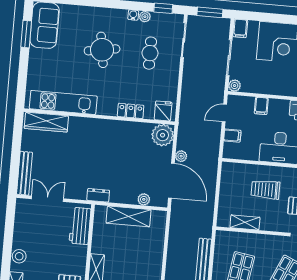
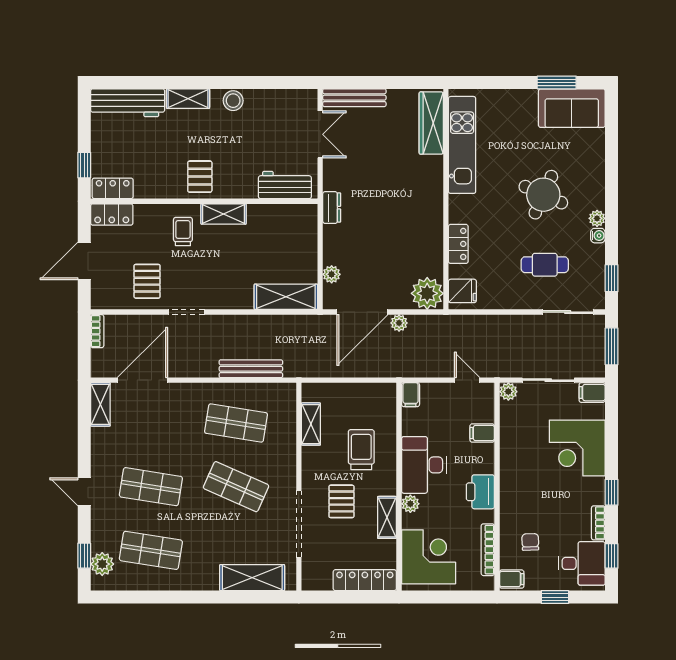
plant: (145, 17) -> (597, 218), moved
round table: (102, 50) -> (543, 195), turned 33
filing cabinet: (232, 136) -> (411, 395), moved
shelving: (129, 216) -> (286, 297), moved, turned 90

